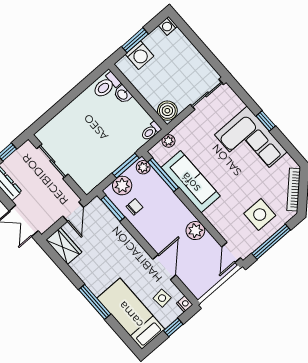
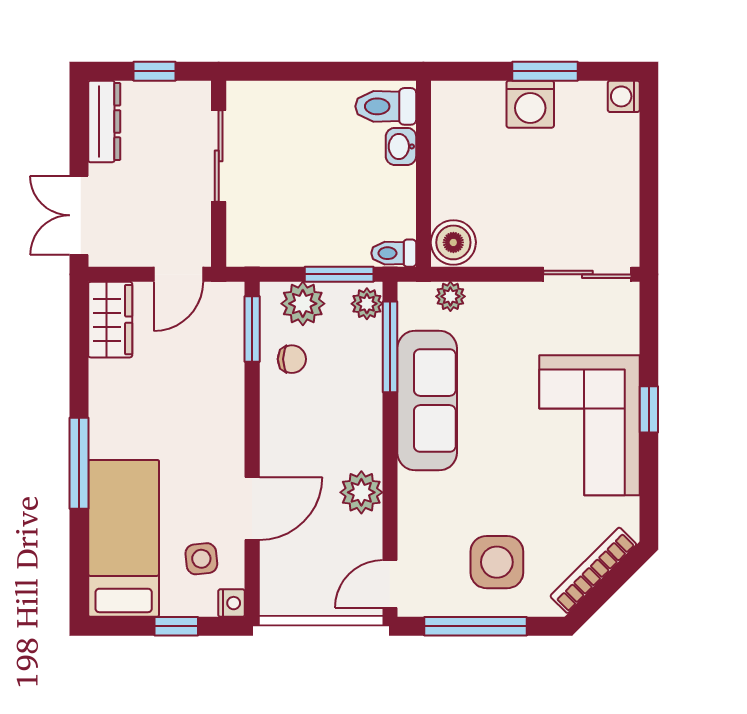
toilet: (106, 86) -> (386, 106), moved
washbasin: (123, 94) -> (401, 146), moved
wall: (138, 97) -> (423, 174), moved
boiler: (167, 111) -> (453, 242), moved
toilet: (151, 131) -> (394, 253), moved

